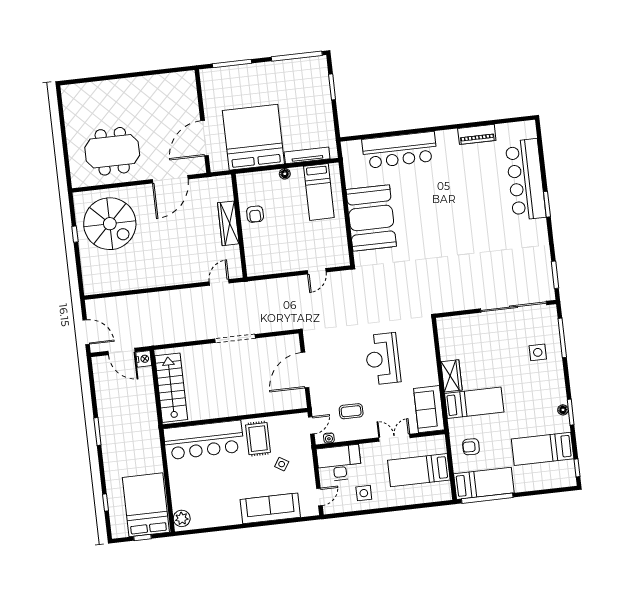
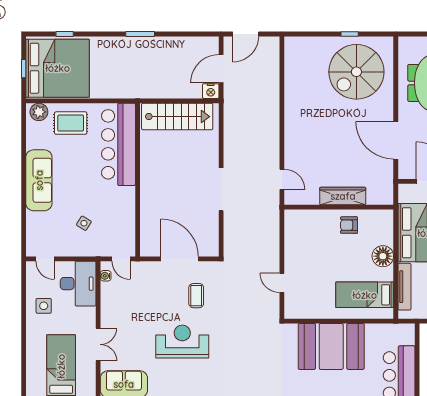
floor lamp: (285, 174) -> (383, 256), width x1.89, depth x1.89
coffee table: (351, 411) -> (196, 296), moved
rug: (258, 439) -> (71, 123), moved
bed: (146, 505) -> (58, 68), width x1.36
sofa: (270, 508) -> (39, 180), moved

